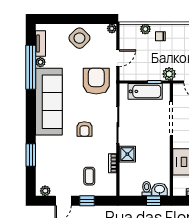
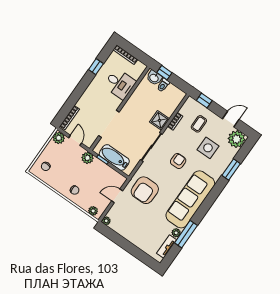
plant: (145, 29) -> (93, 211), moved
side table: (79, 38) -> (208, 148), moved, turned 45
window: (31, 67) -> (186, 234), width x0.68
plant: (45, 191) -> (237, 139), width x1.88, depth x1.88
window: (87, 201) -> (204, 100), moved

